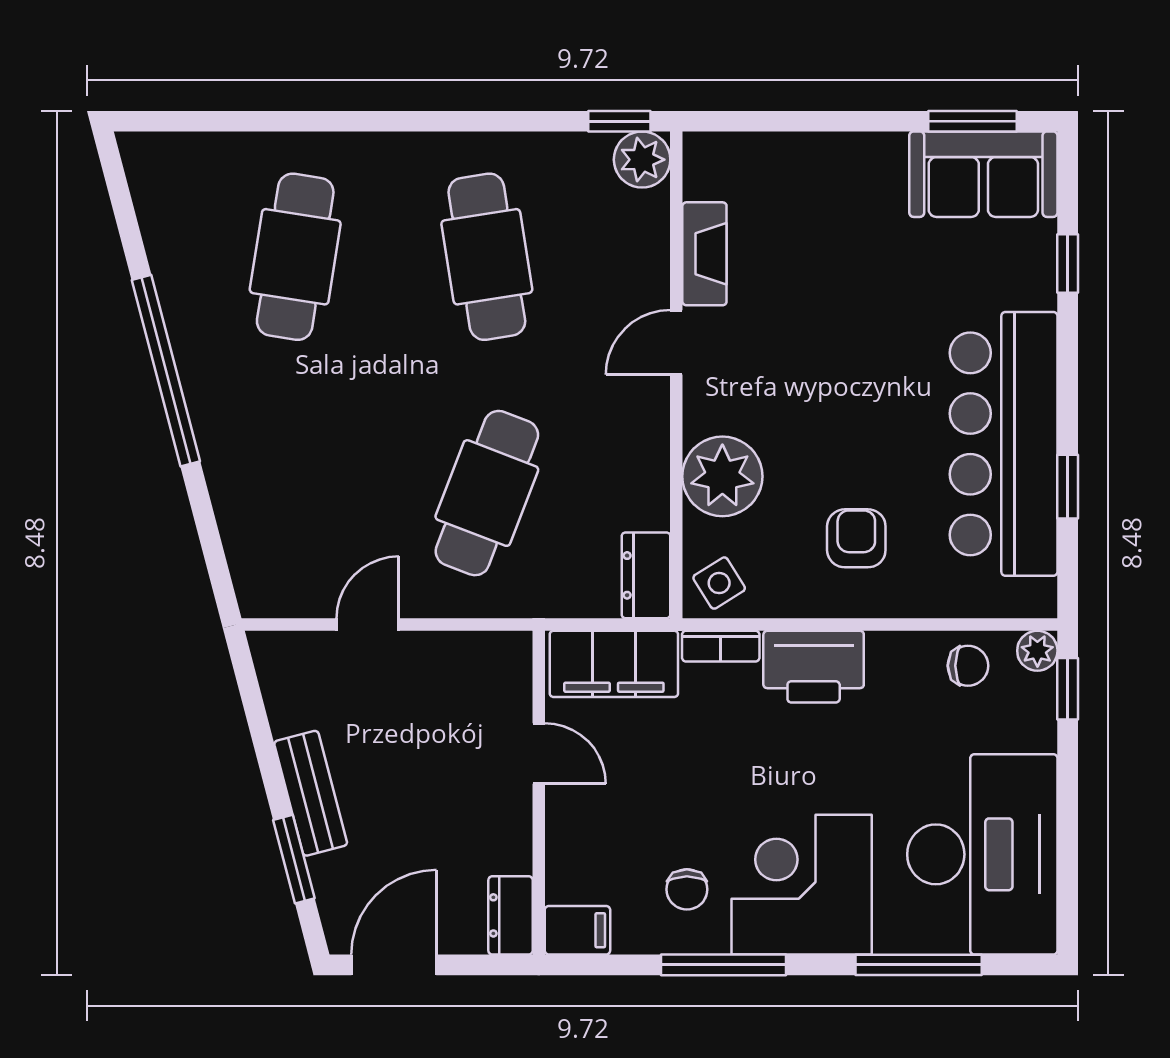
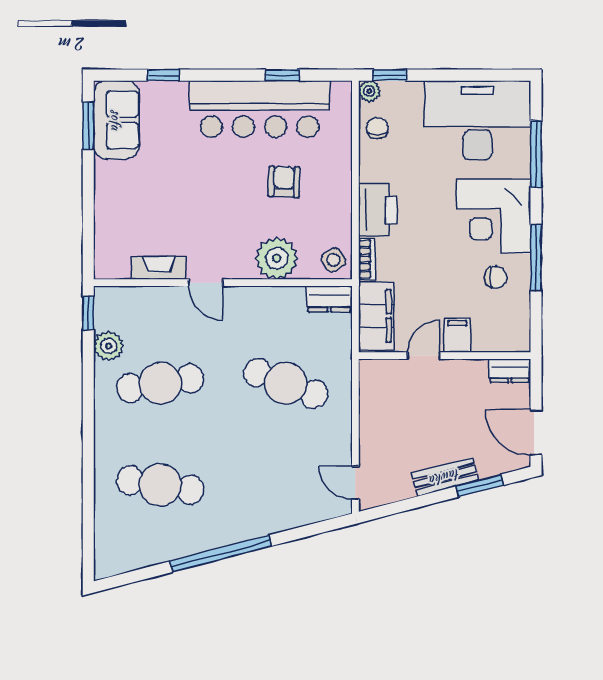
plant: (642, 160) -> (109, 346), moved
armchair: (856, 538) -> (284, 182), moved, turned 92
door: (368, 625) -> (355, 483), moved
filing cabinet: (577, 930) -> (457, 335), moved

